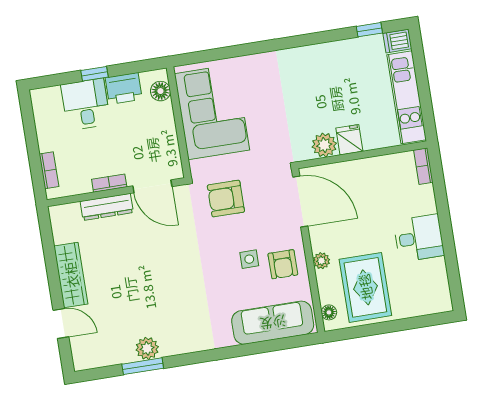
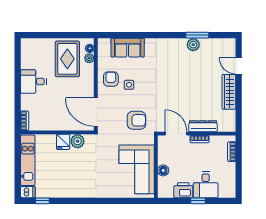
floor lamp: (160, 91) -> (163, 170), moved
plant: (321, 261) -> (89, 58), moved
sofa: (273, 323) -> (128, 48), width x0.73

